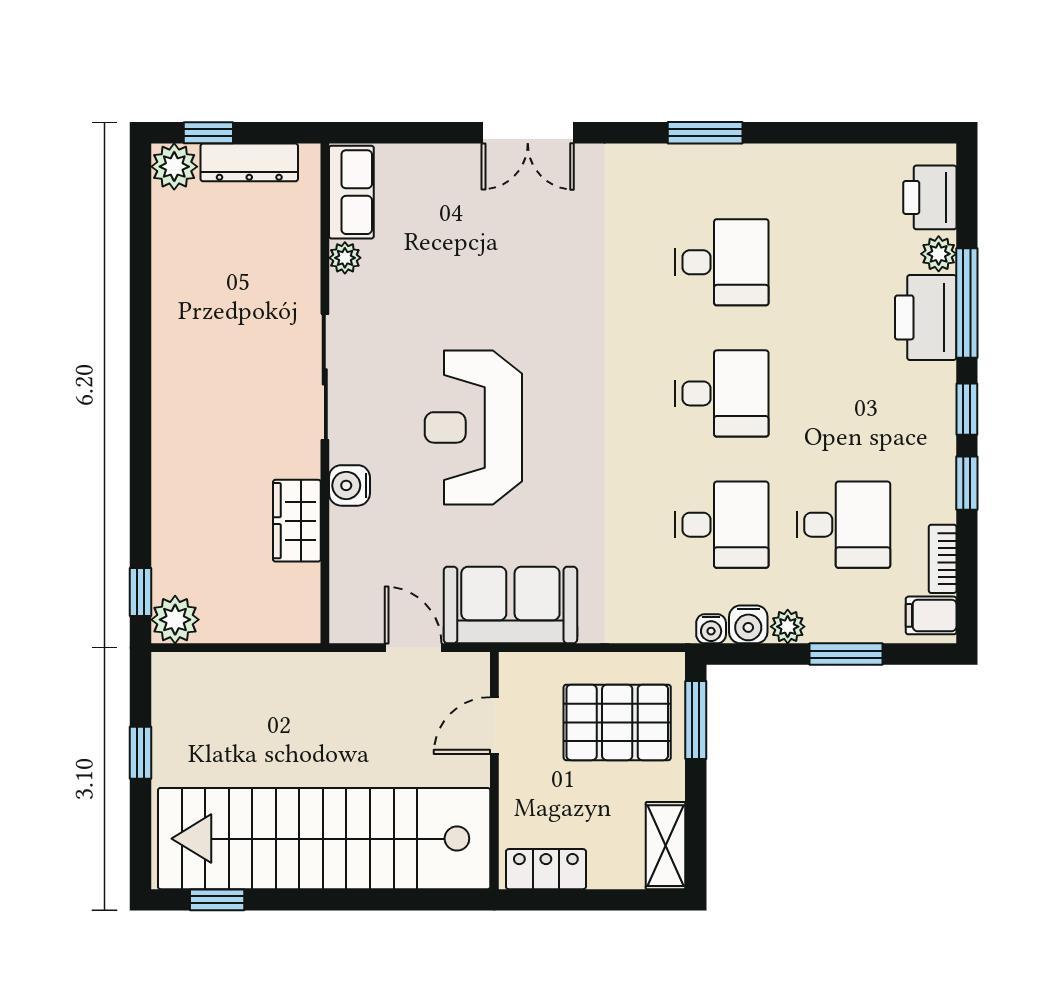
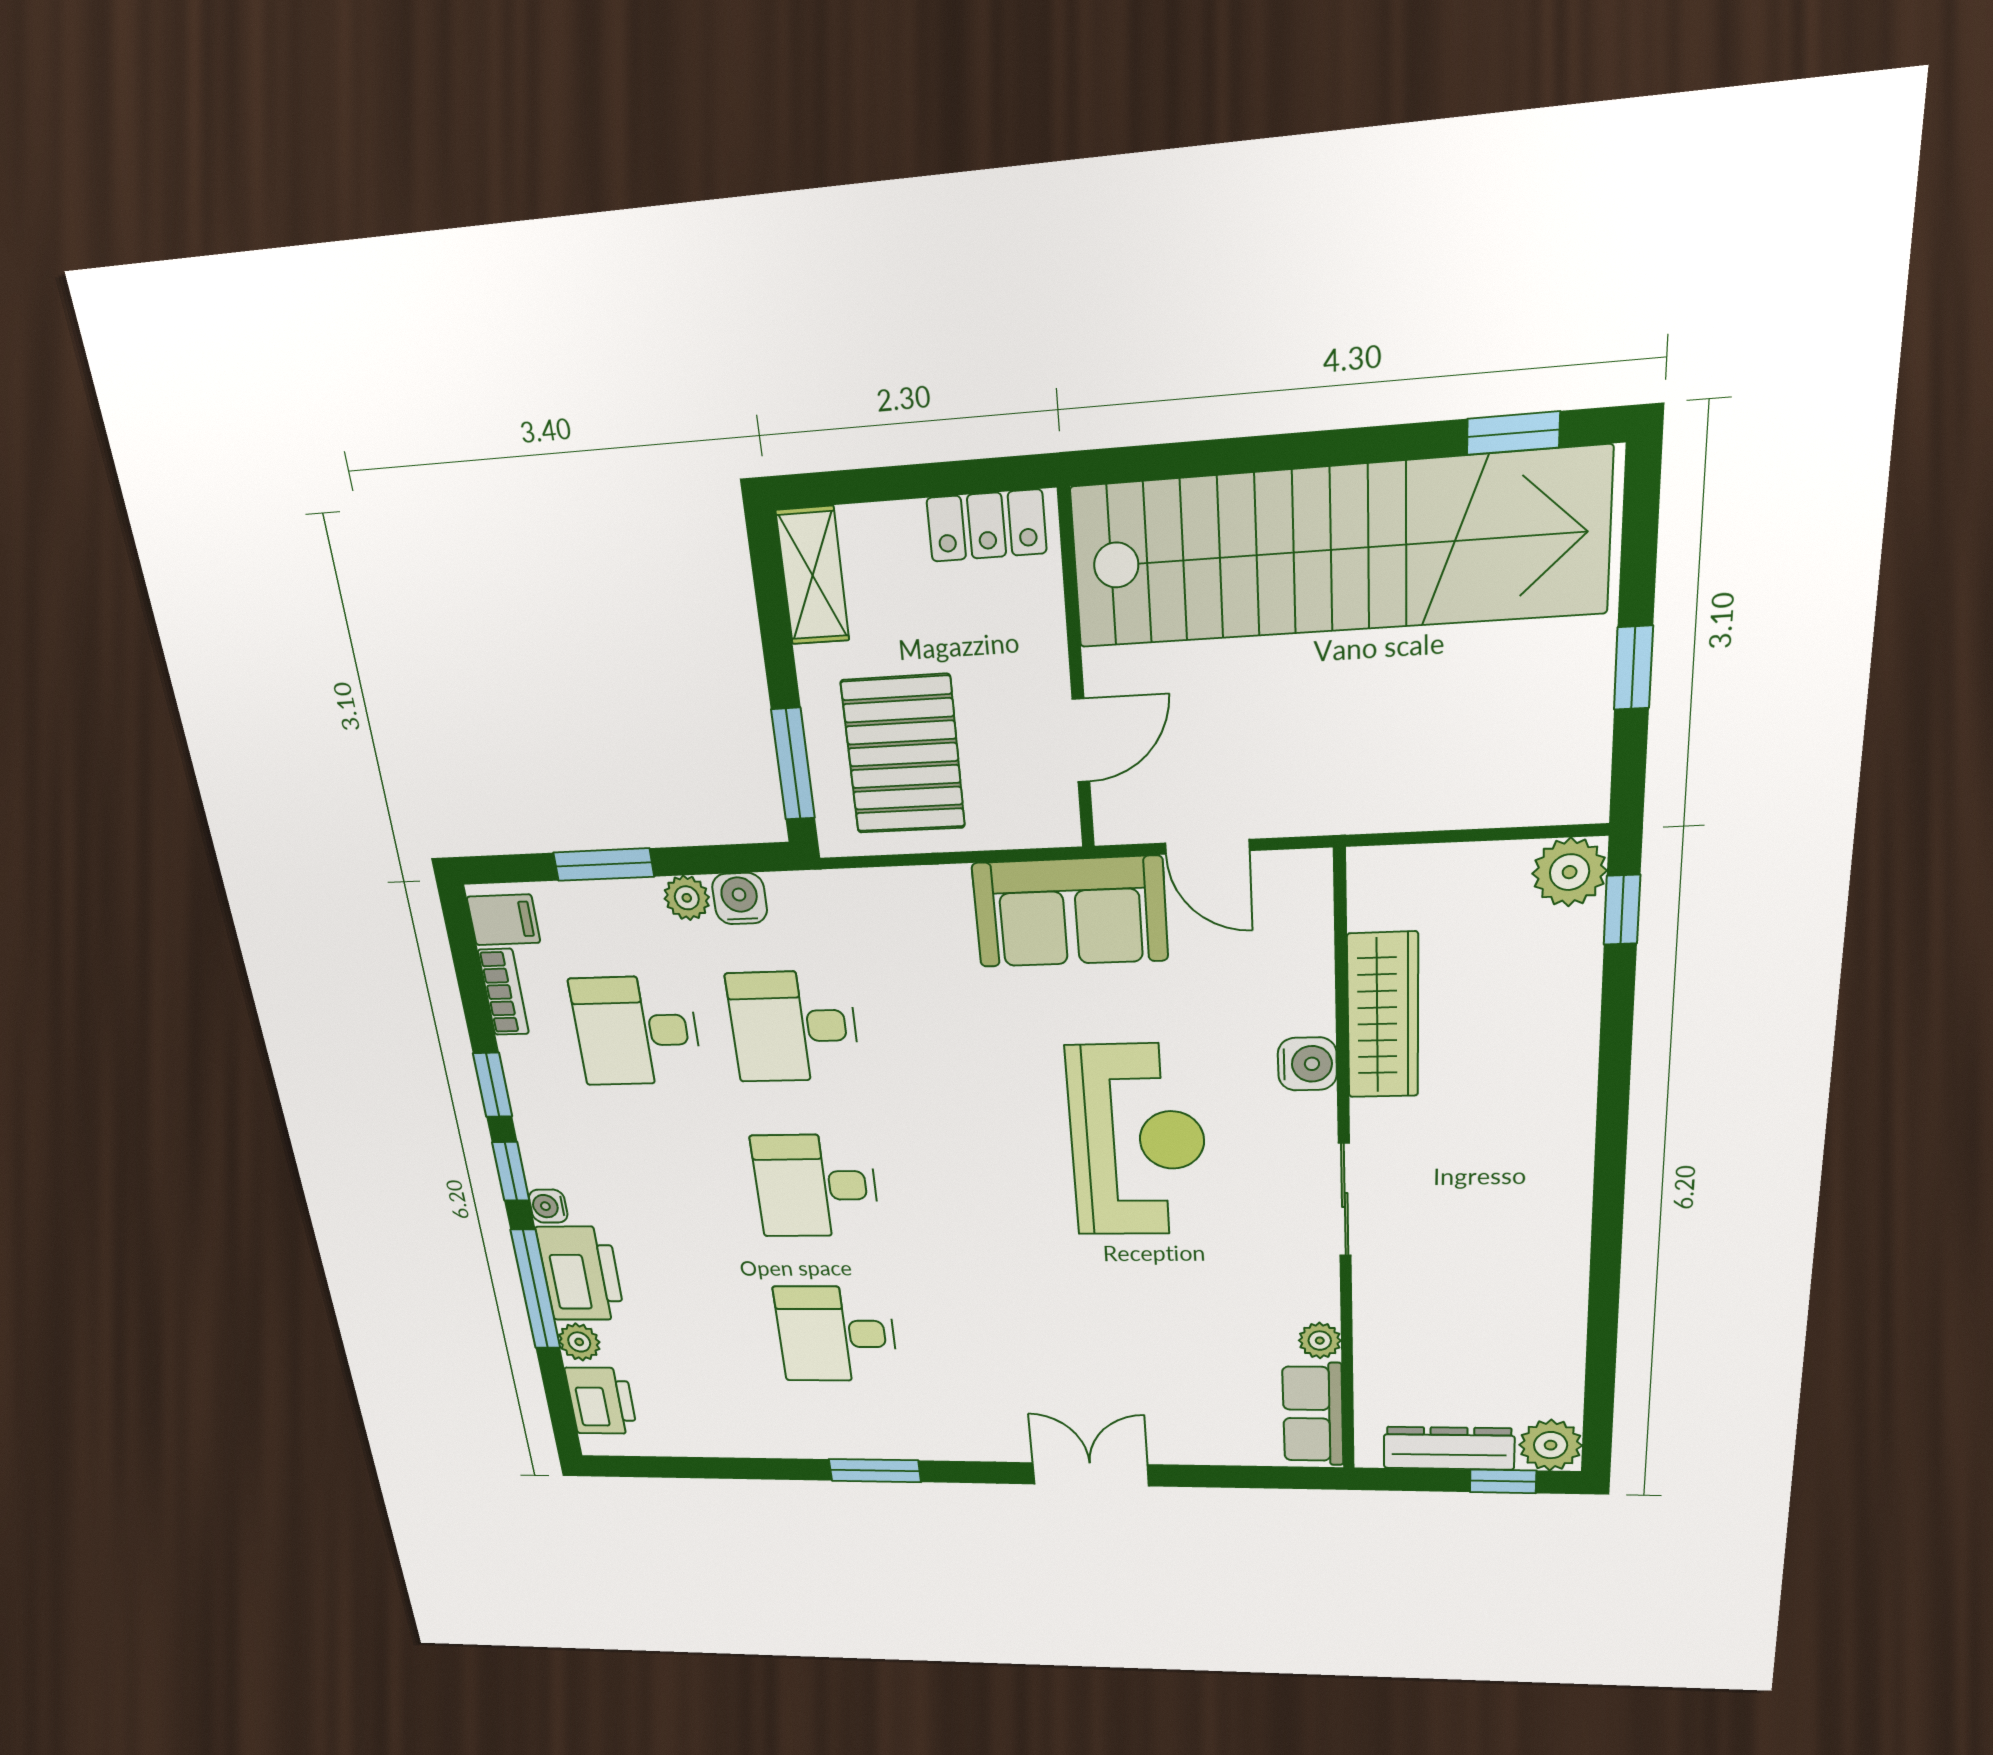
sliding door: (325, 377) -> (1345, 1200), width x0.73
wardrobe: (297, 521) -> (1383, 1016), width x1.50
water cooler: (711, 629) -> (548, 1206), moved, turned -90
pallet: (617, 722) -> (903, 755), turned 90

